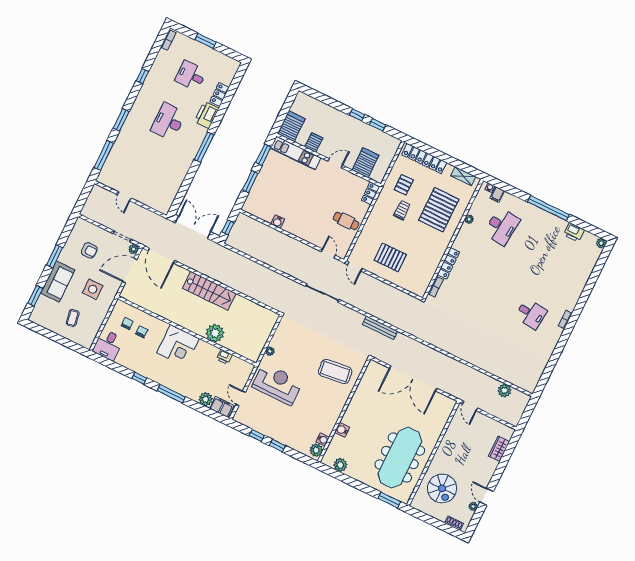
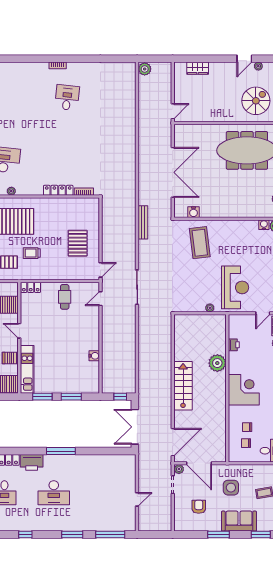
reception desk: (277, 384) -> (235, 287), turned 180
plant: (504, 391) -> (145, 69), moved
water cooler: (342, 430) -> (194, 212), moved

